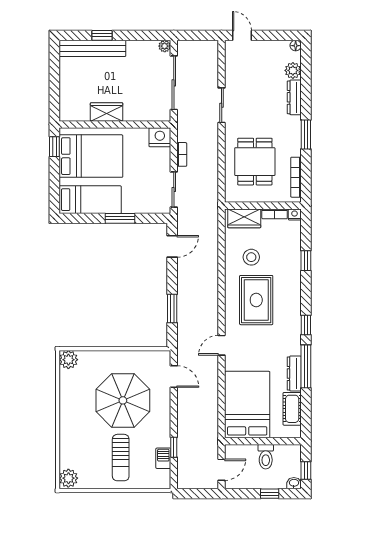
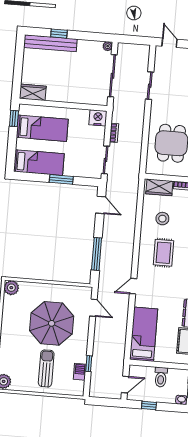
sliding door: (222, 105) -> (150, 86), moved
wardrobe: (107, 112) -> (33, 92), moved
bed: (91, 156) -> (42, 128), width x0.67
door: (172, 246) -> (101, 205), hinge flipped
rug: (256, 300) -> (163, 253), width x0.73, depth x0.70
window: (172, 308) -> (97, 254), width x1.44
bed: (247, 405) -> (144, 334), width x0.67
sun lounger: (121, 458) -> (46, 368), turned 180
window: (270, 494) -> (149, 406), moved

